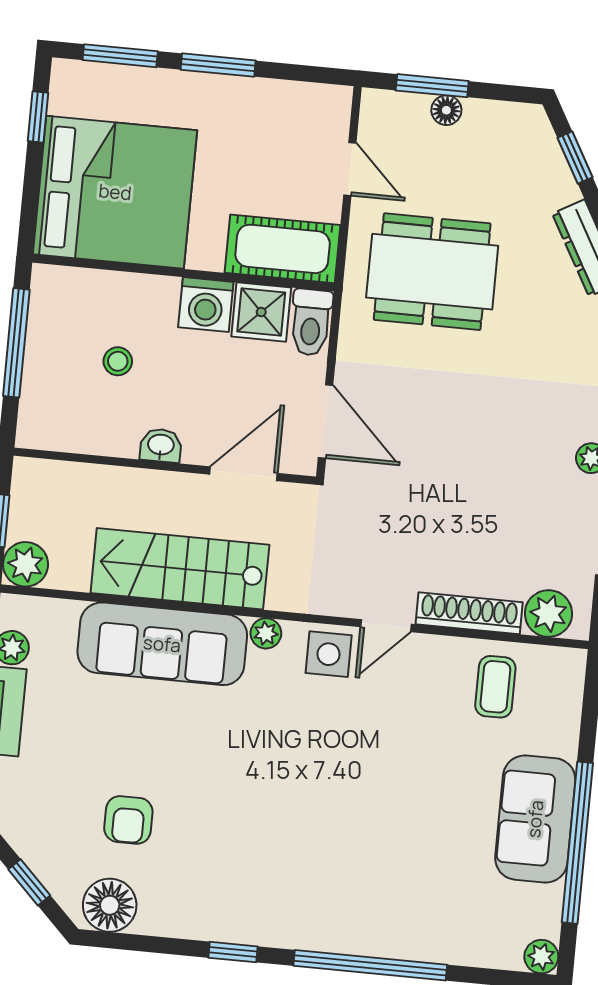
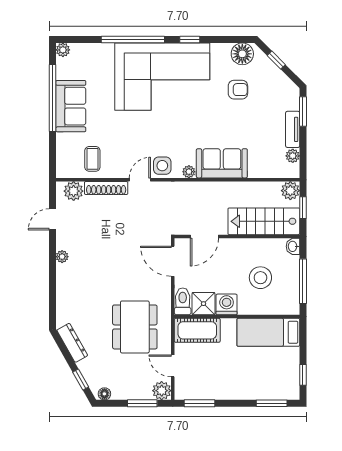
window: (218, 65) -> (200, 403), moved
floor lamp: (446, 110) -> (104, 394), moved
plant: (382, 112) -> (162, 391), added
bed: (115, 192) -> (268, 332), width x0.49
dining table: (432, 272) -> (135, 327), turned 90
stool: (118, 361) -> (260, 278), width x1.89, depth x1.89
washbasin: (161, 446) -> (293, 246), moved, turned 90
stairs: (180, 569) -> (264, 221), moved, turned 180
sofa: (162, 644) -> (222, 163), width x0.73
armchair: (128, 820) -> (238, 90), turned 90
corner sofa: (308, 869) -> (162, 77), added

